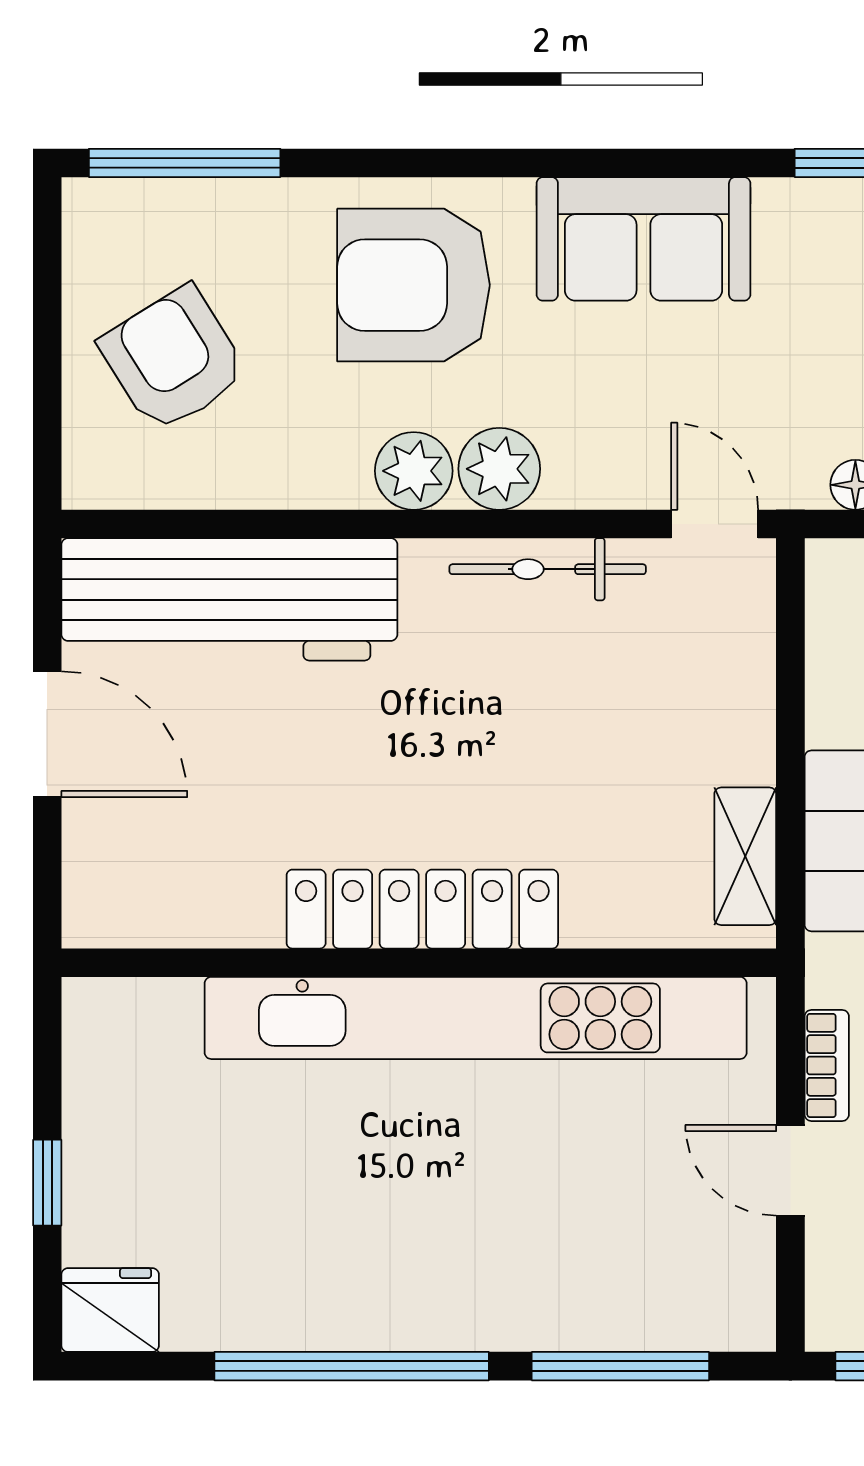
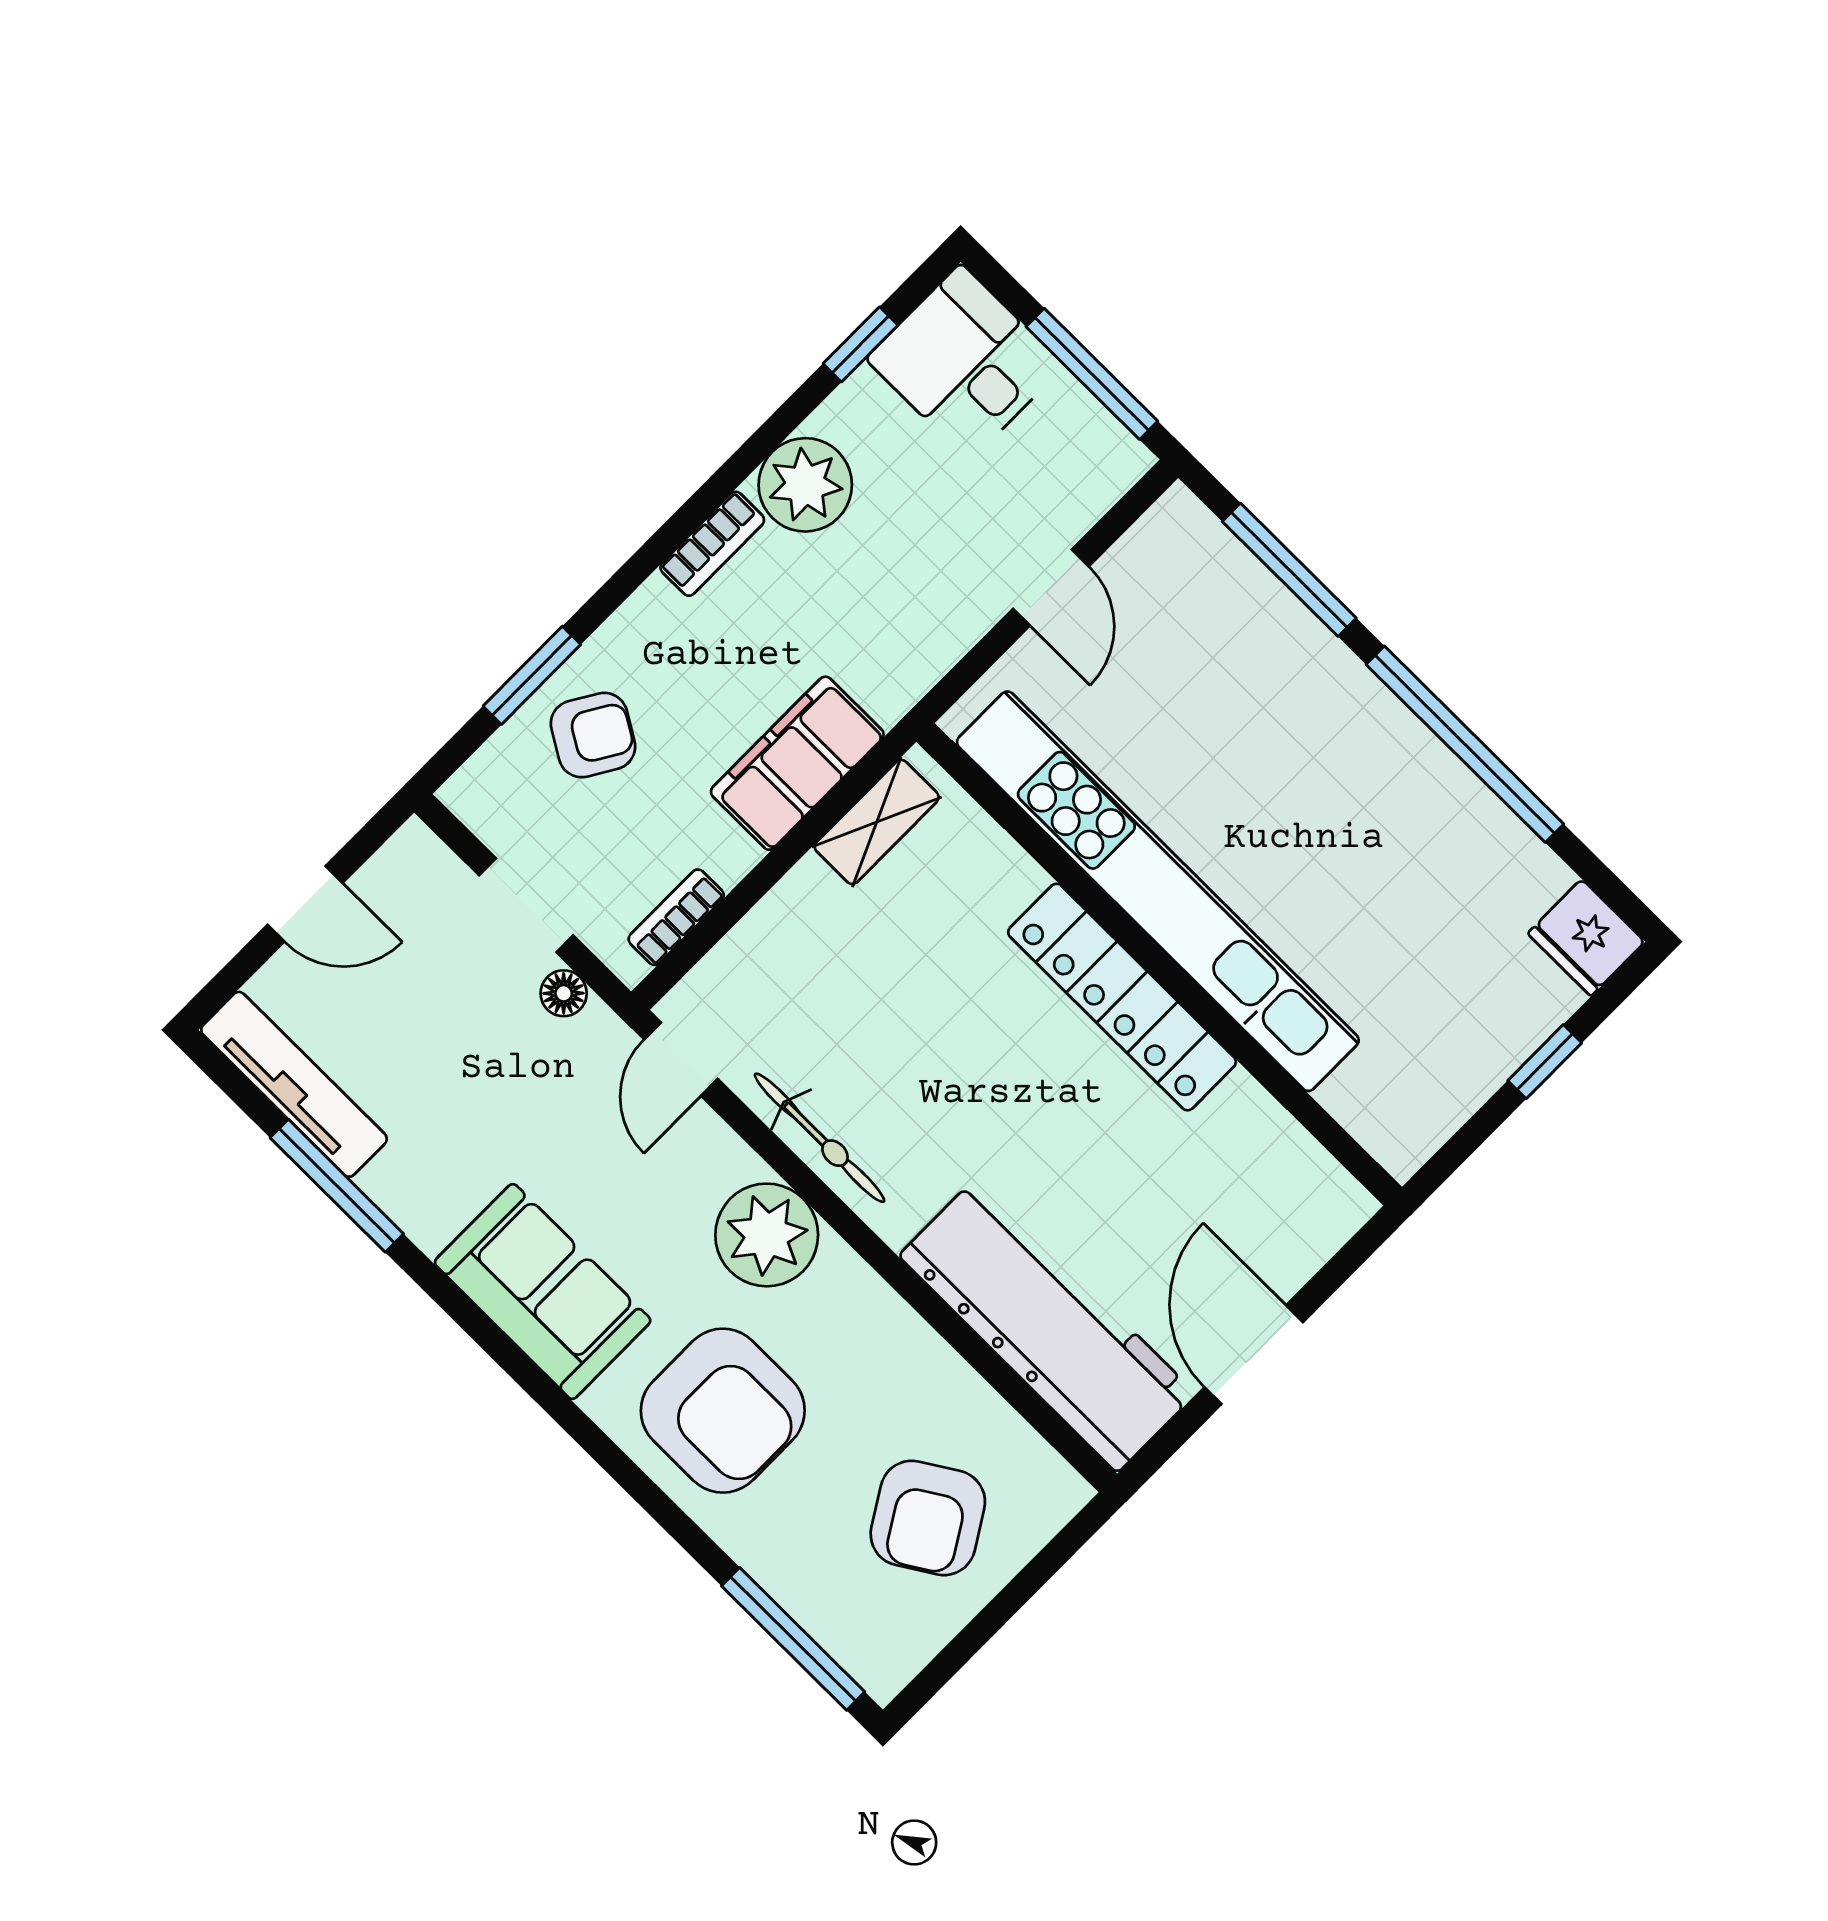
plant: (499, 469) -> (767, 1235), width x1.36, depth x1.36
plant: (414, 471) -> (843, 1289), removed
bookcase: (827, 1065) -> (676, 917), moved

